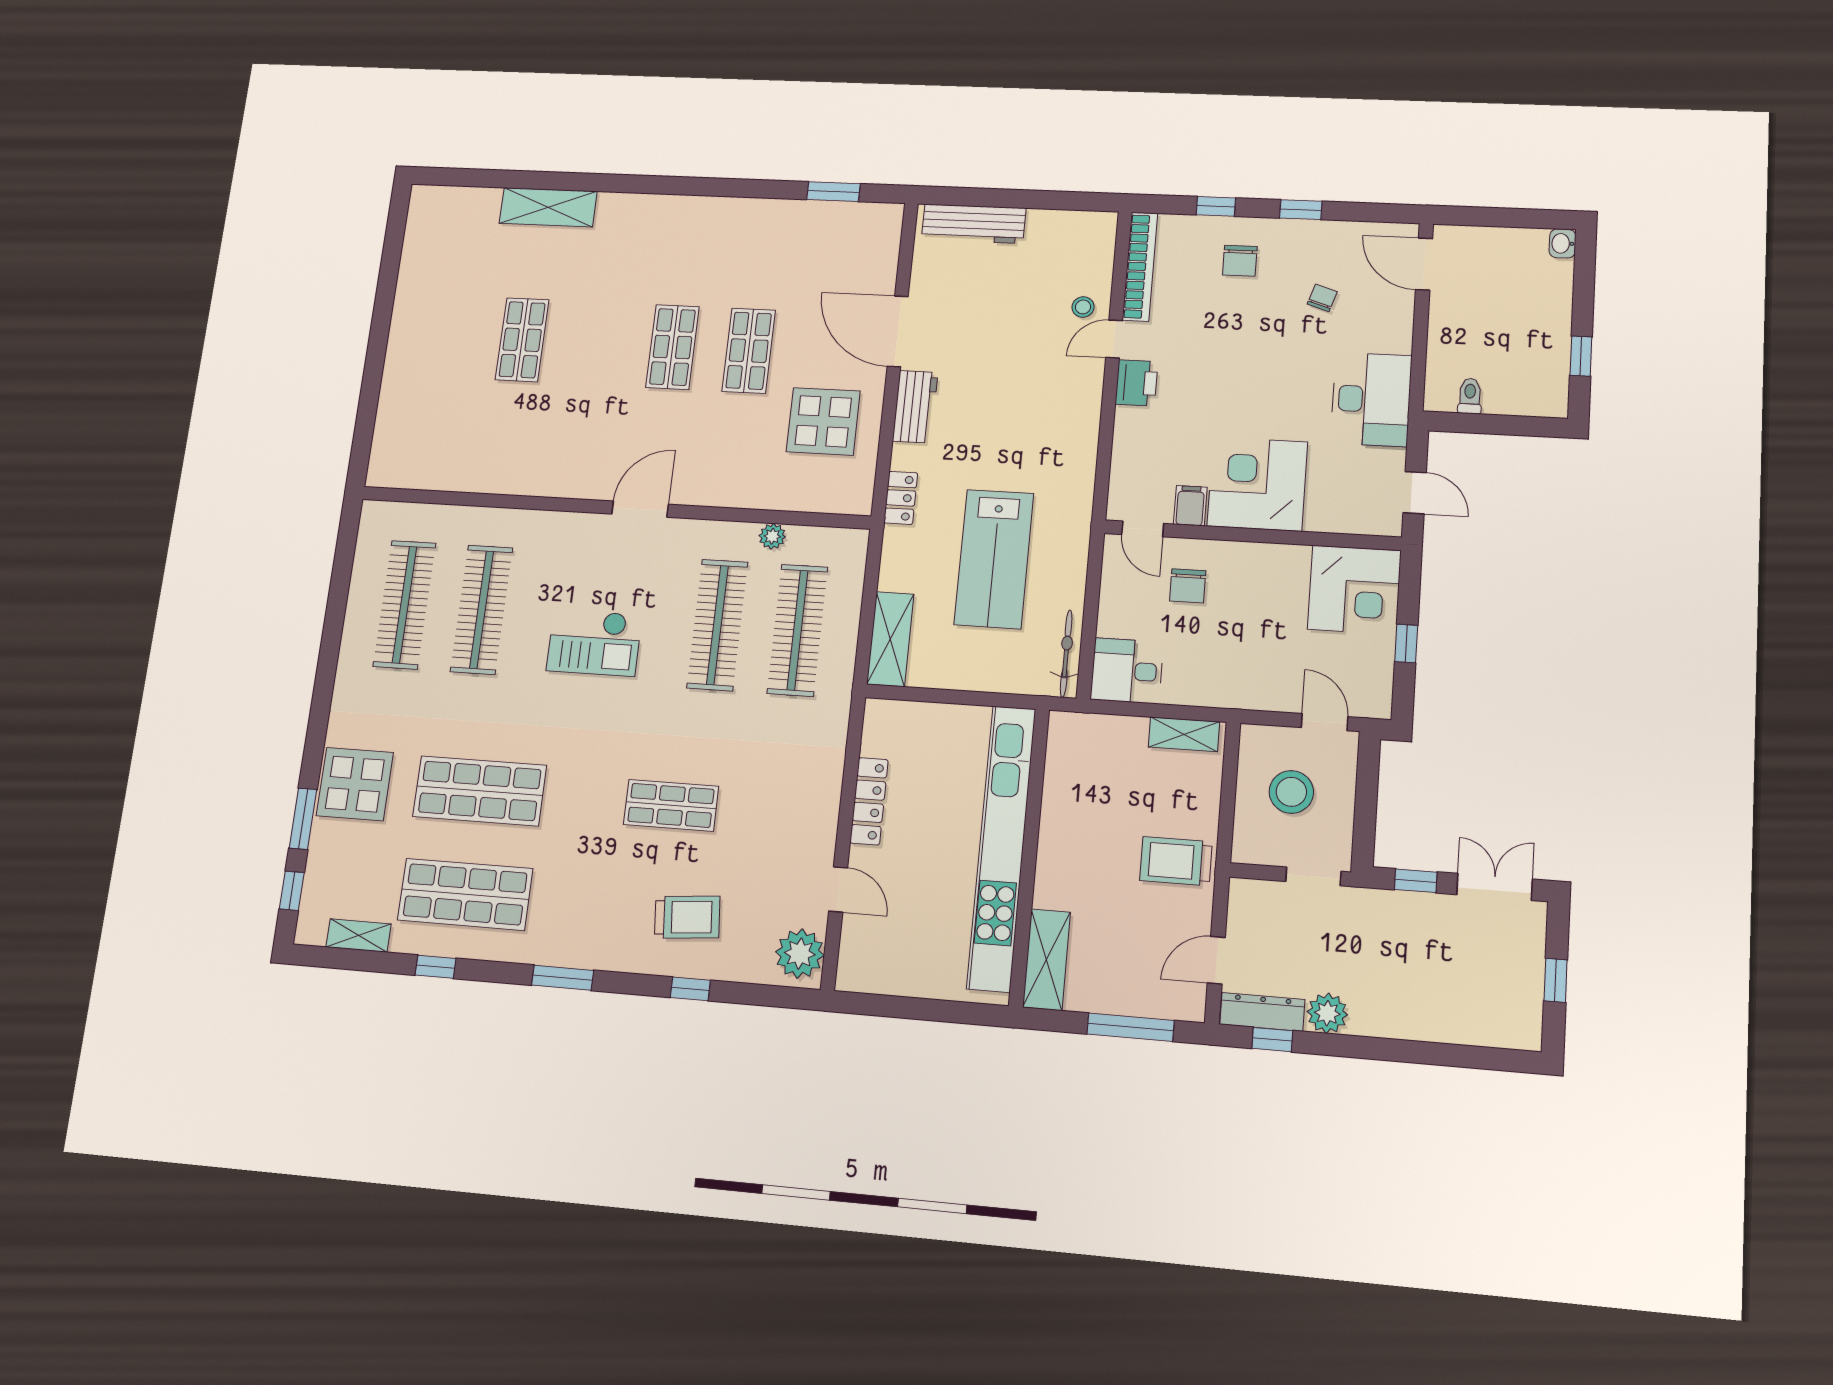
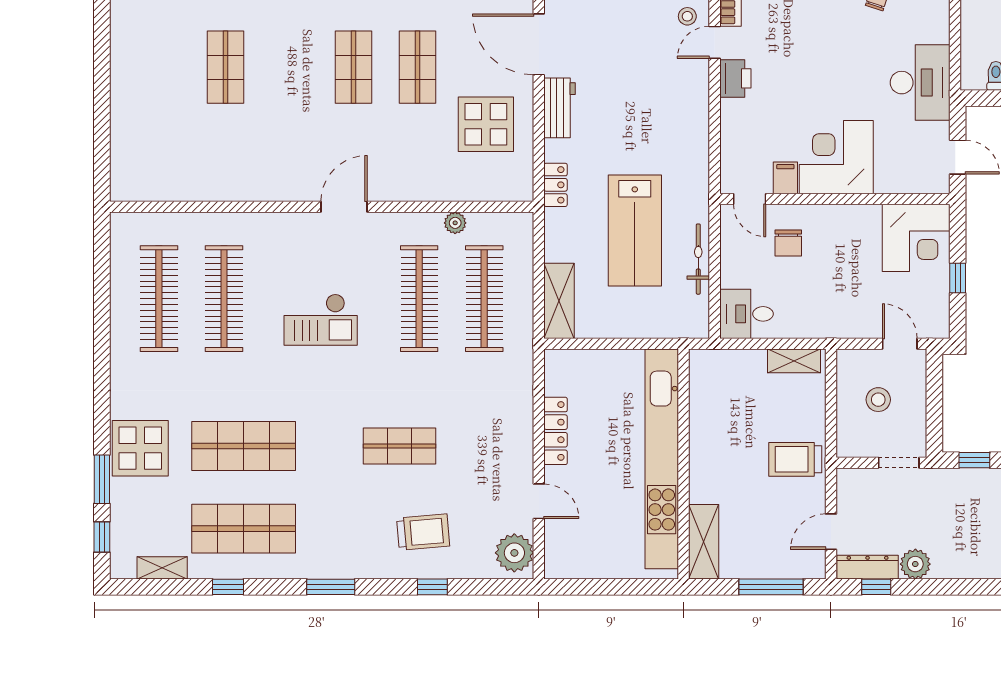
bicycle: (1066, 654) -> (698, 259), moved
stool: (1291, 792) -> (878, 400), width x0.73, depth x0.73

